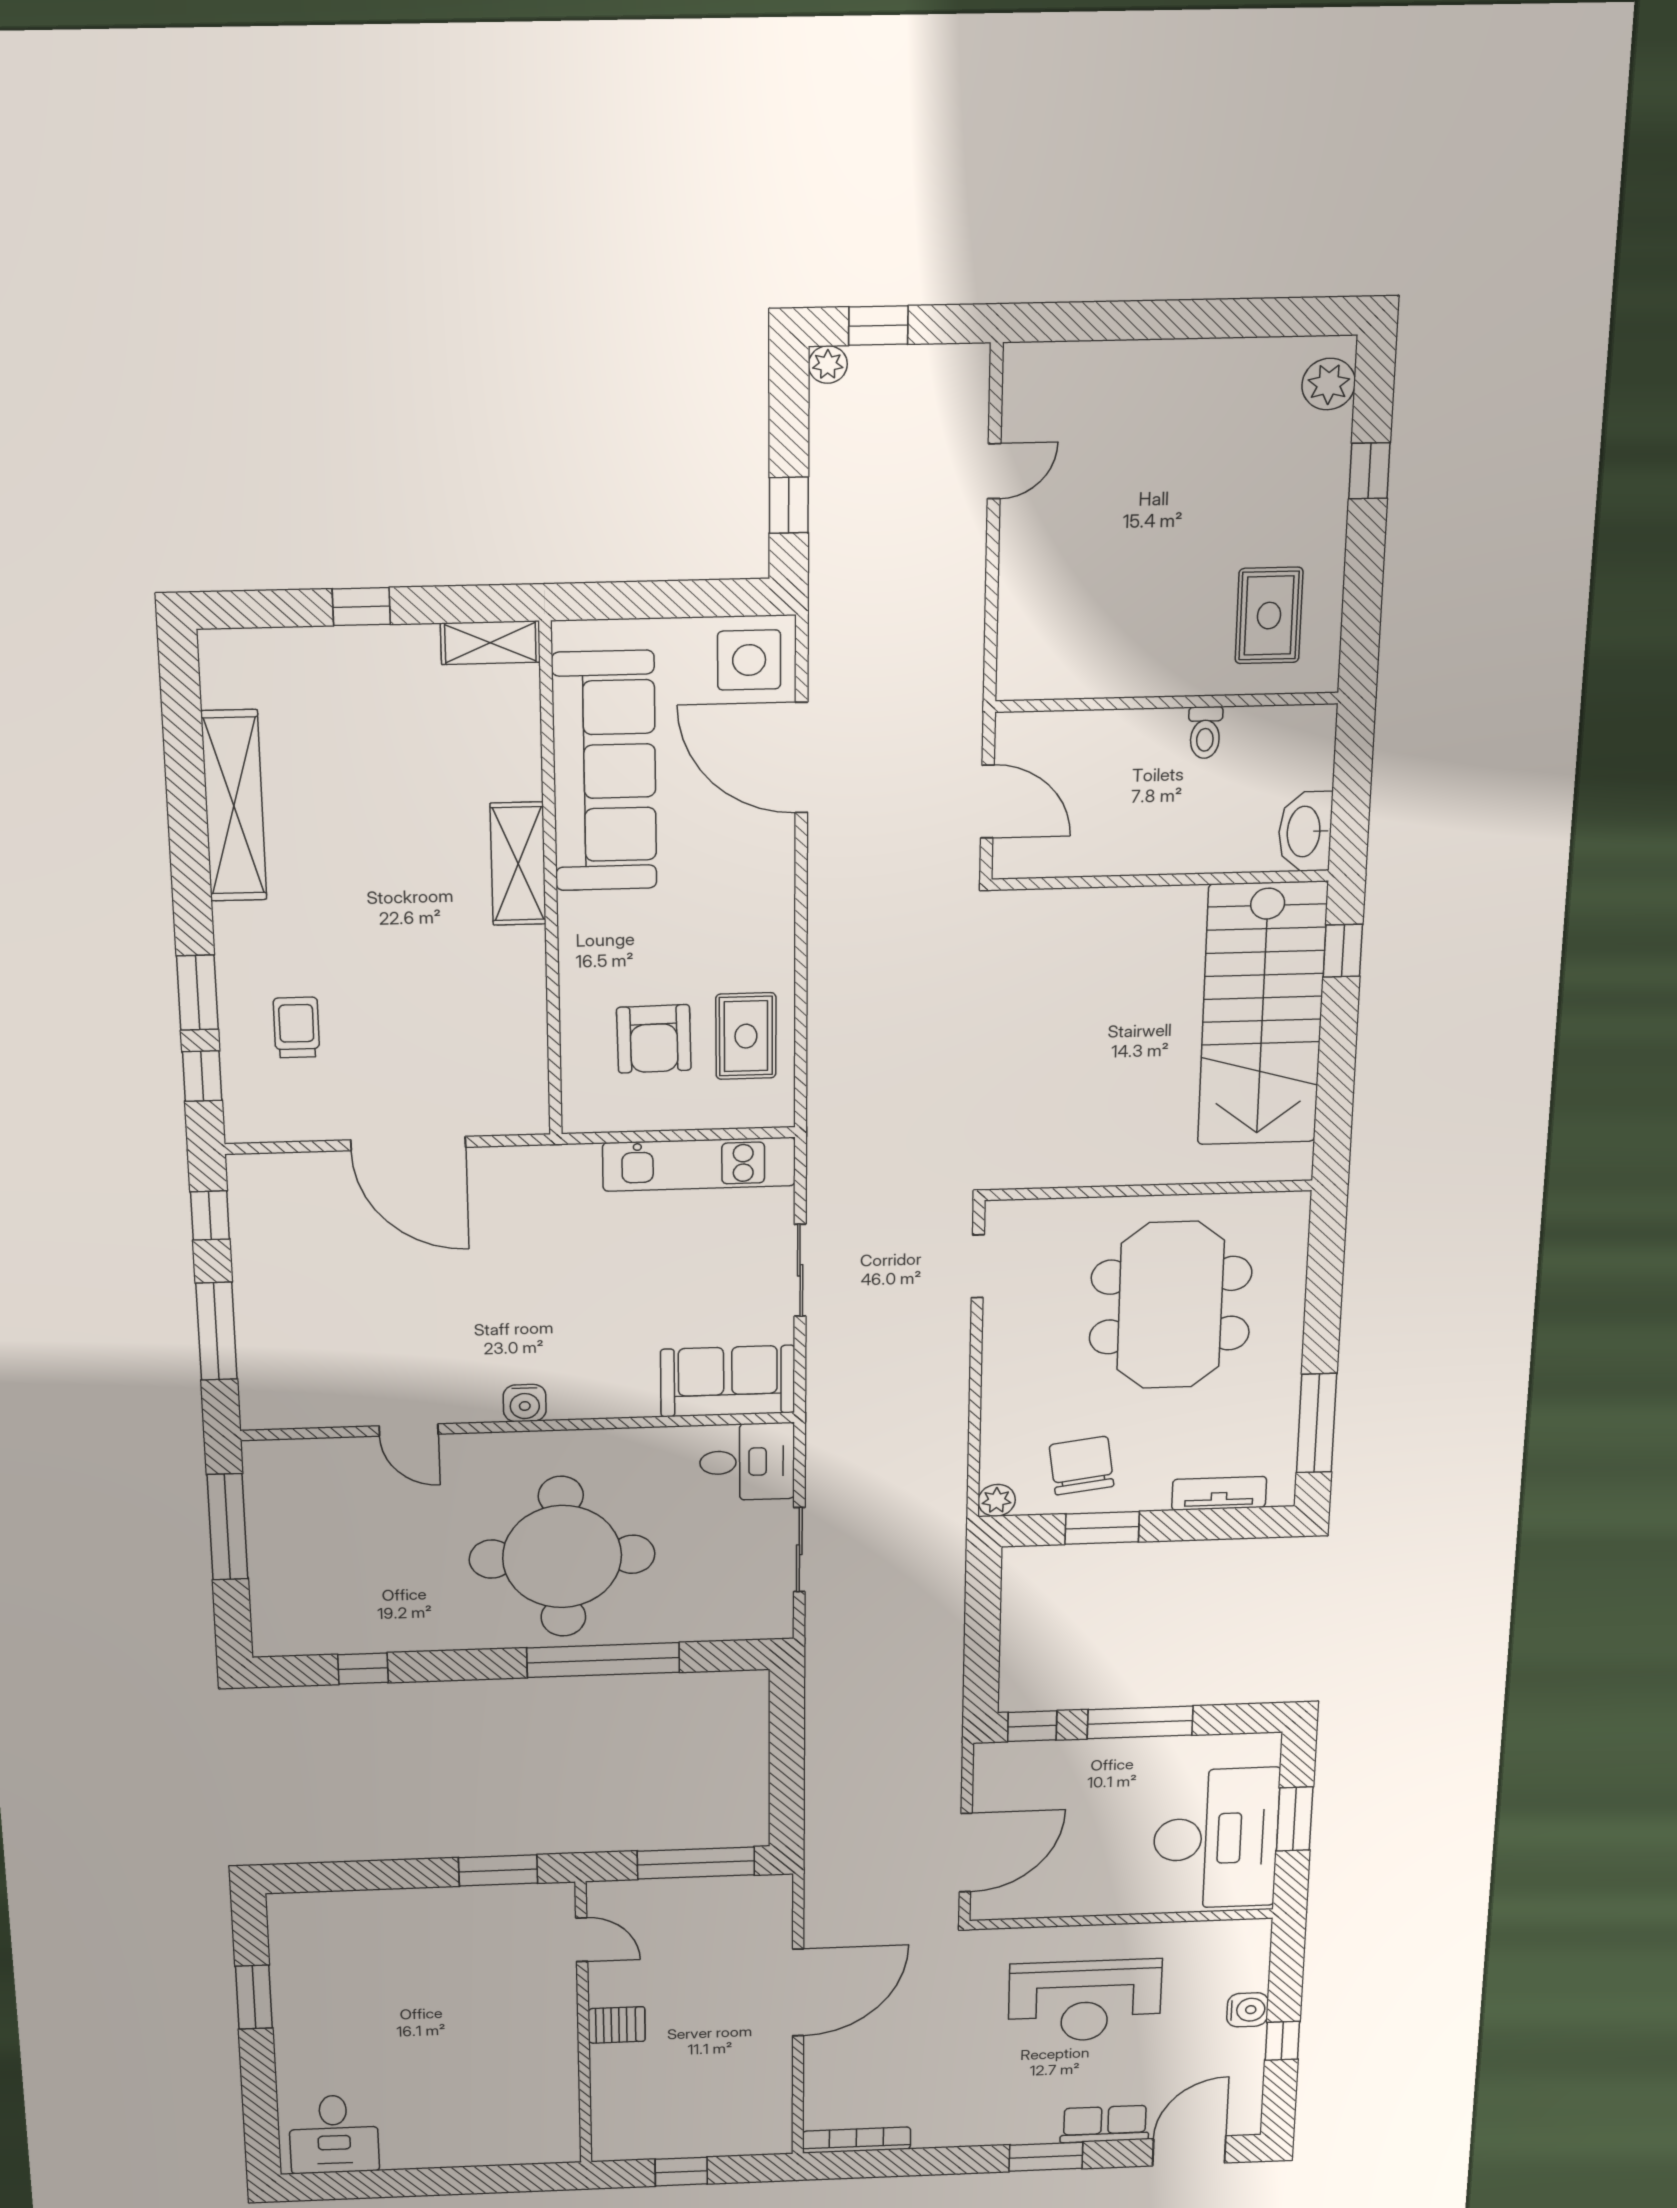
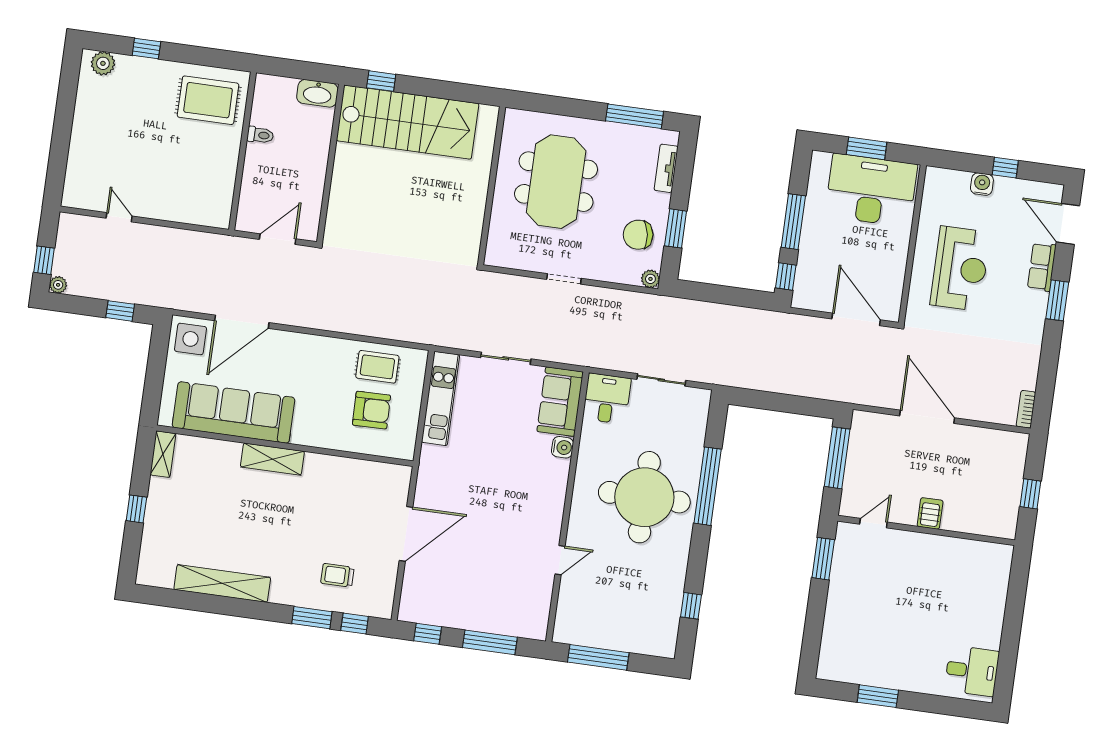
rug: (1269, 616) -> (208, 100), width x1.36, depth x1.43
doorway: (978, 1266) -> (564, 279), moved
meeting table: (1170, 1305) -> (556, 182), turned 90
water cooler: (525, 1403) -> (563, 447), moved
bookcase: (856, 2140) -> (1026, 409), width x0.64

